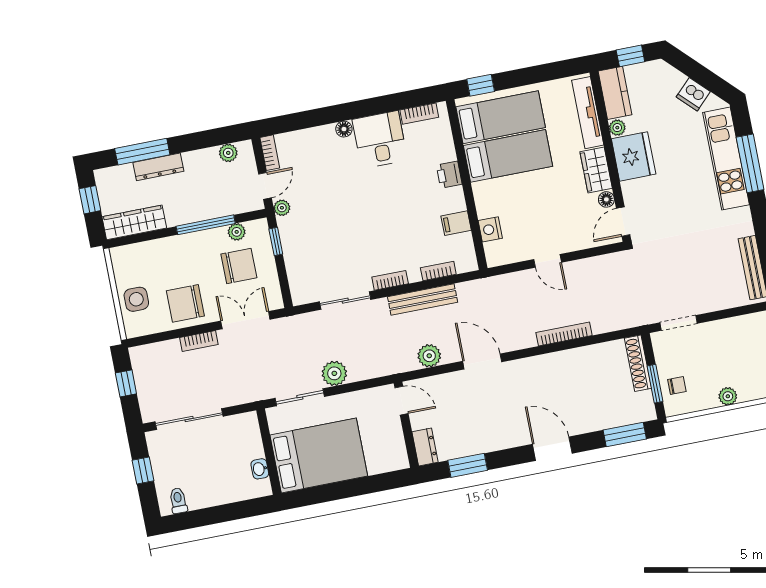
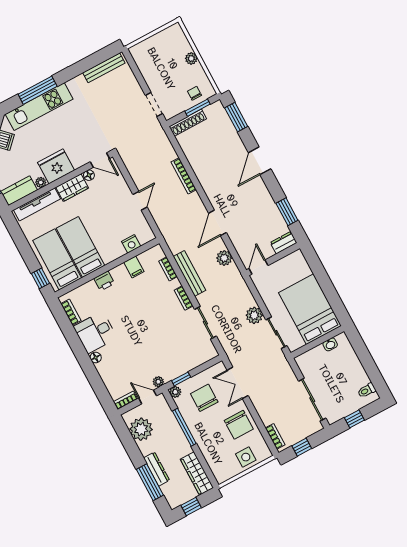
plant: (228, 153) -> (141, 429), width x1.88, depth x1.88
plant: (237, 232) -> (175, 392), moved
bookcase: (199, 341) -> (275, 436), moved

